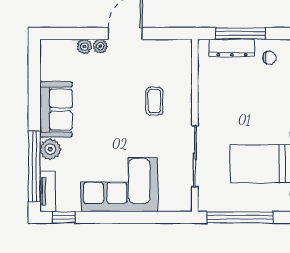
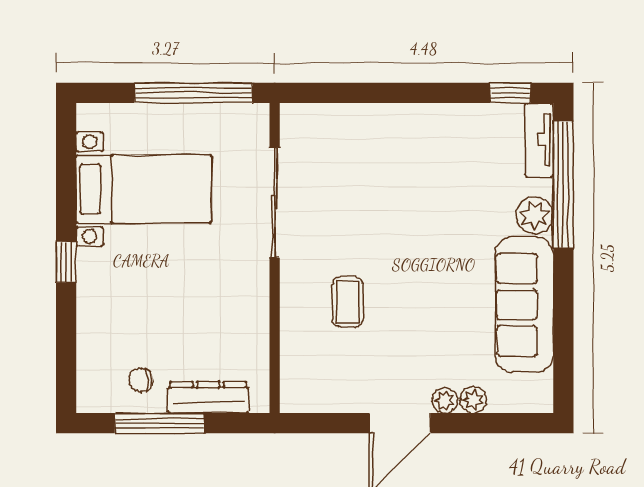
window: (241, 34) -> (159, 423), moved
sofa: (56, 110) -> (524, 305), width x1.36
corner sofa: (119, 185) -> (411, 152), removed

